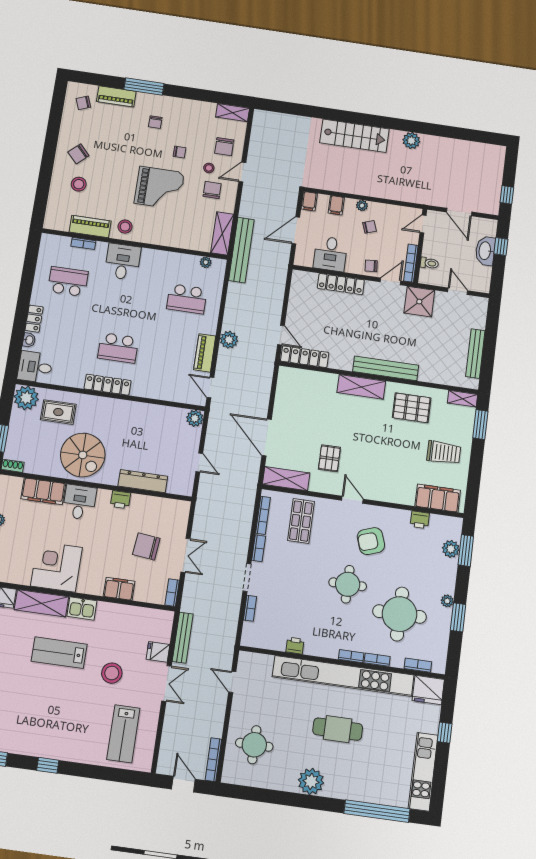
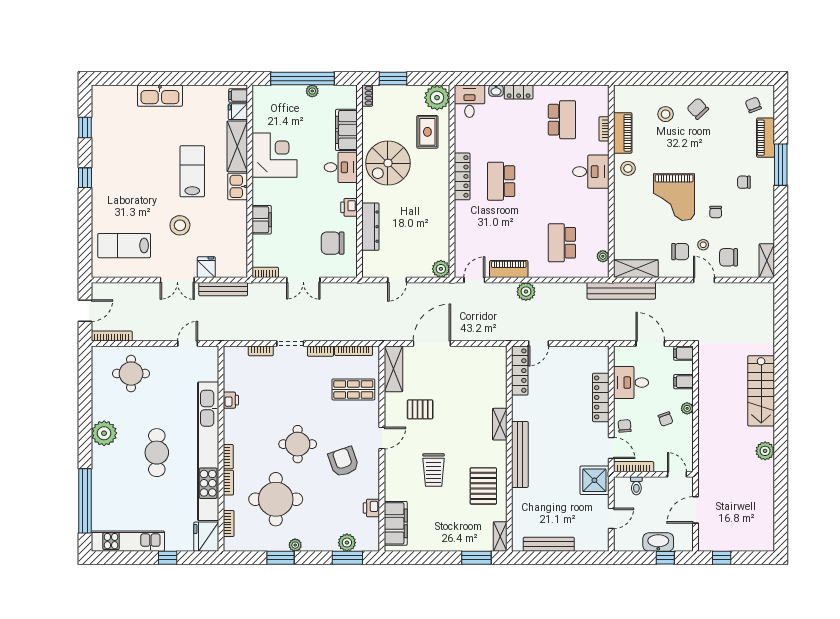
shelving: (361, 387) -> (500, 424), width x0.67, depth x0.75
trolley: (444, 453) -> (434, 470), moved
chair: (146, 546) -> (333, 243), moved, turned -96

